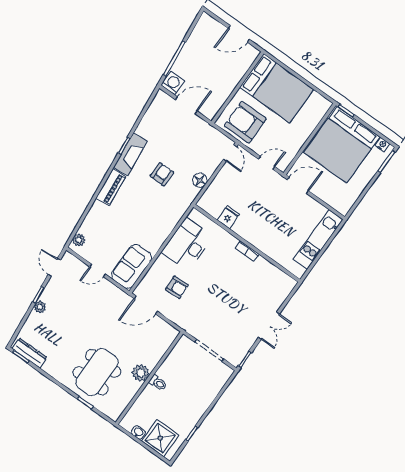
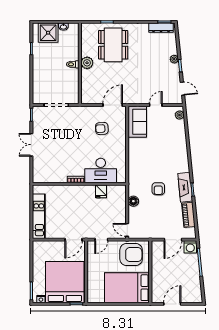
piano: (111, 187) -> (188, 215), moved
desk: (187, 244) -> (101, 170), moved, turned 90

